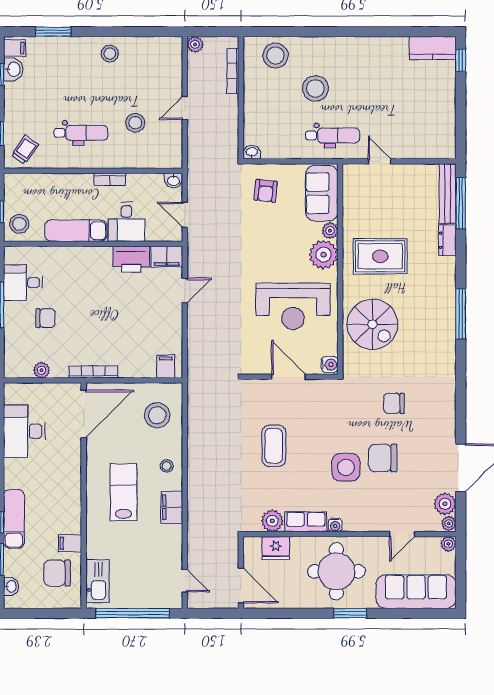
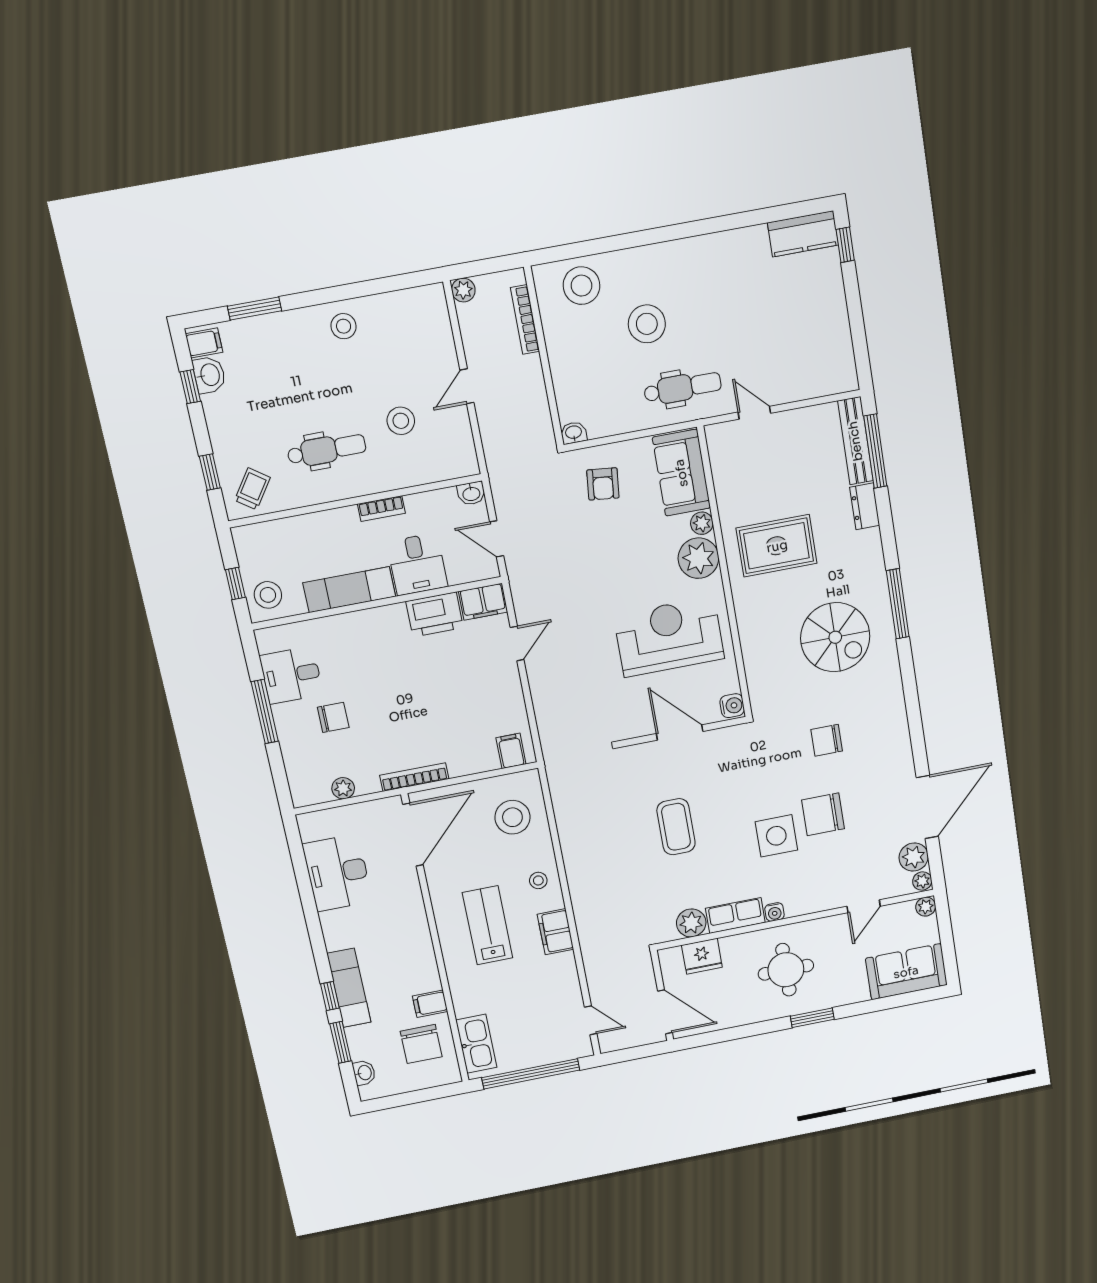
reception desk: (293, 306) -> (669, 637), turned 180
spiral stairs: (372, 324) -> (835, 637), moved
round table: (336, 571) -> (786, 970), width x0.73, depth x0.73
chair: (57, 573) -> (421, 1044), turned -90
sofa: (416, 592) -> (906, 972), width x0.73

